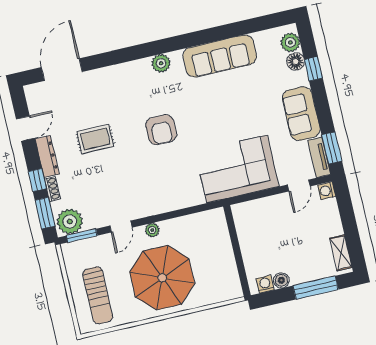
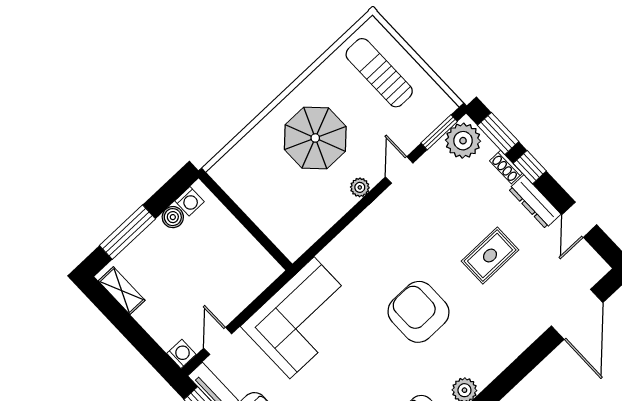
armchair: (161, 130) -> (419, 312), width x1.36, depth x1.36
parasol: (162, 278) -> (315, 138), width x0.73, depth x0.73

